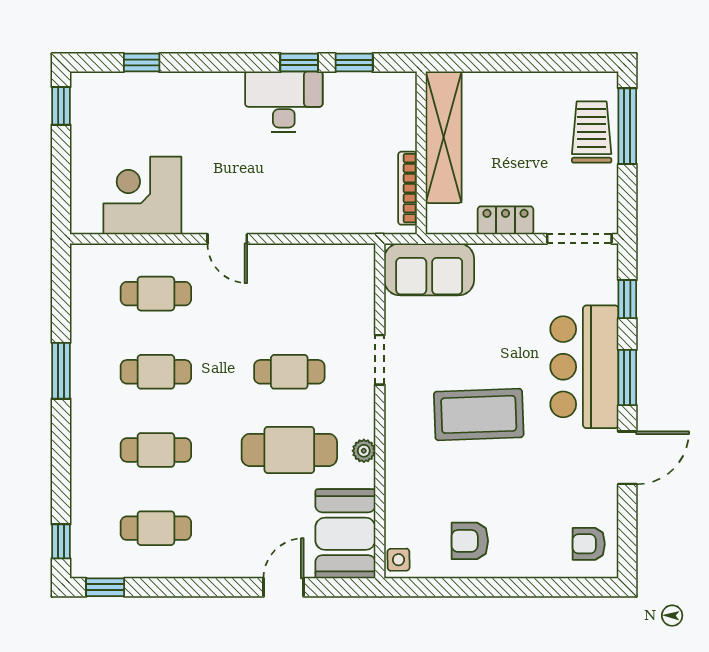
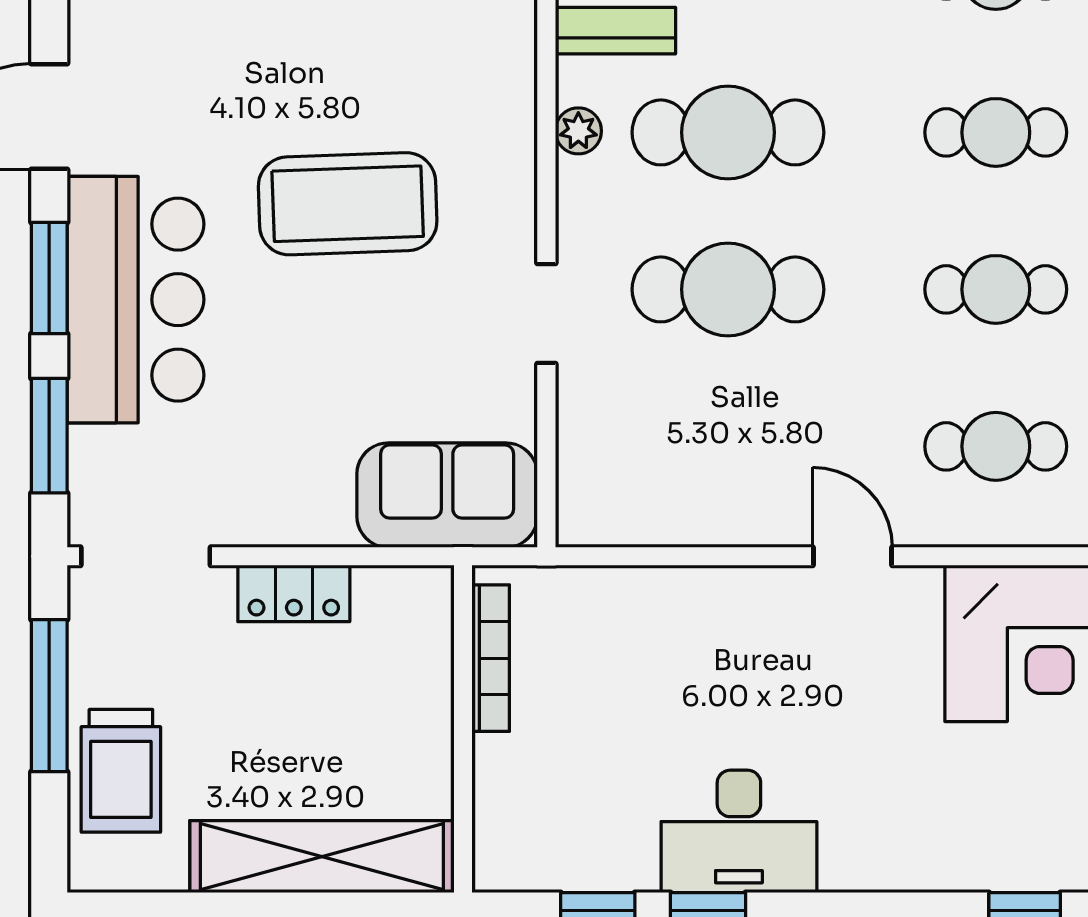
window: (627, 126) -> (49, 696), moved
shelving: (444, 137) -> (322, 857), moved, turned 90
window: (627, 299) -> (49, 436), width x1.50
cafe table: (289, 372) -> (728, 289), width x1.37, depth x1.35

